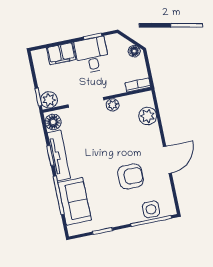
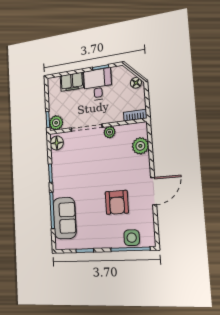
tv unit: (59, 155) -> (57, 174), removed
armchair: (130, 176) -> (117, 202), turned 90

